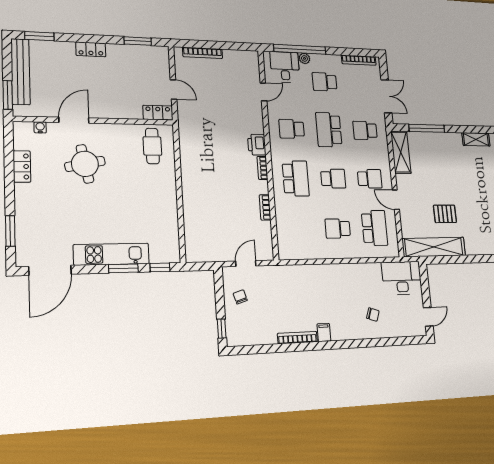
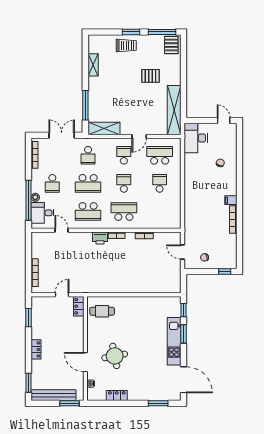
school desk: (292, 129) -> (88, 211), width x1.85
pallet: (445, 214) -> (150, 76), moved, turned 90
school desk: (338, 229) -> (160, 183), turned 180

